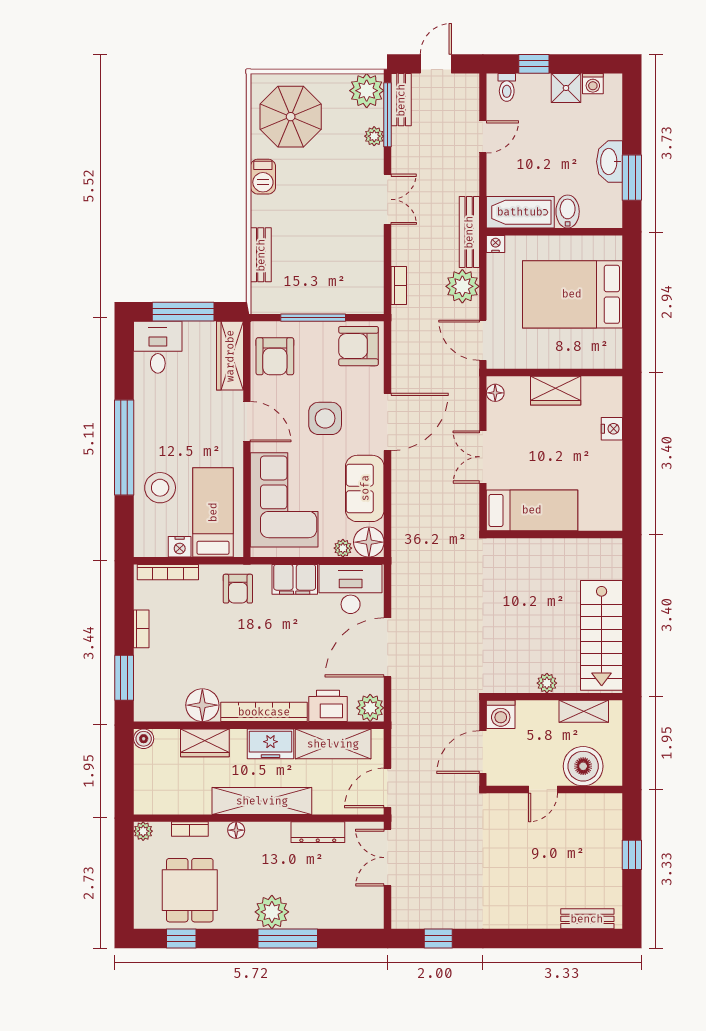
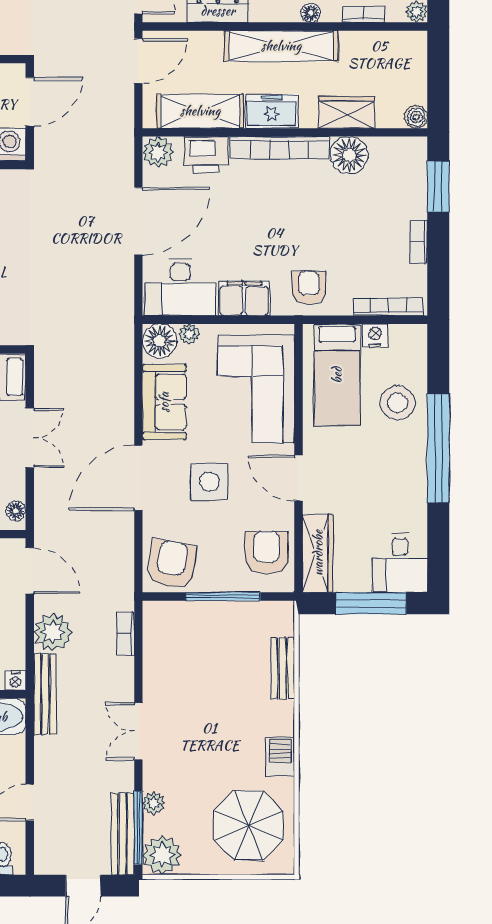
bench: (401, 100) -> (123, 834), width x1.36
armchair: (359, 346) -> (171, 564), turned -80

